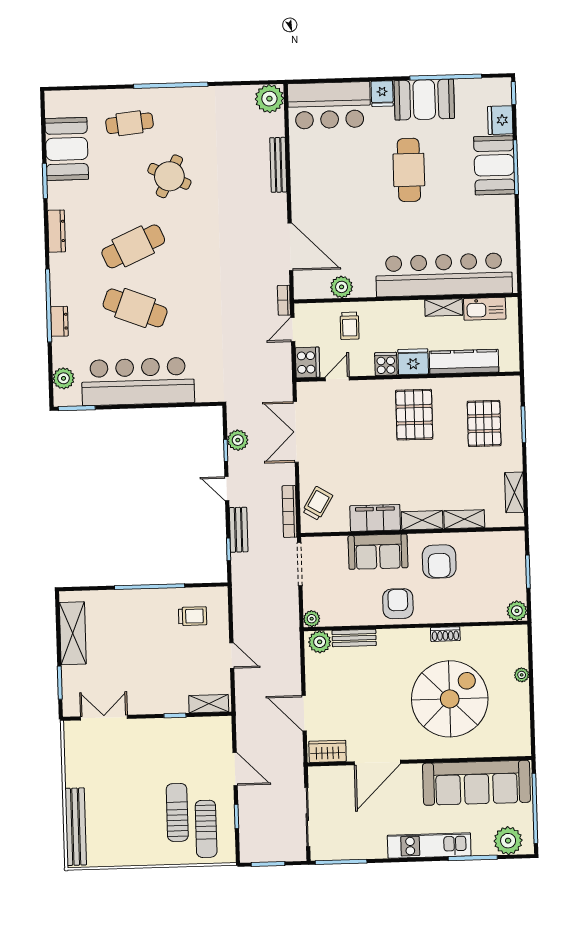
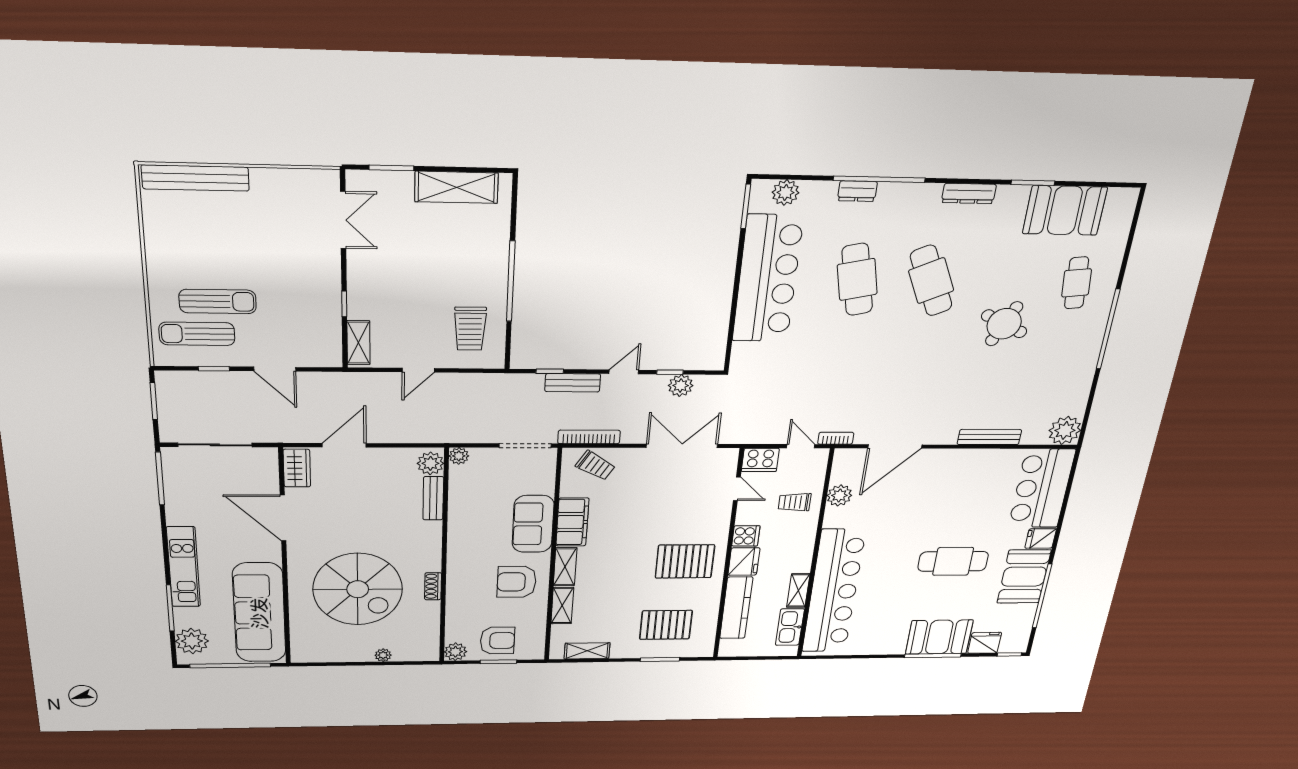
cafe table: (135, 308) -> (857, 279), turned -33
armchair: (398, 604) -> (497, 641), moved
trolley: (193, 616) -> (470, 329), width x1.36, depth x1.39
door: (235, 769) -> (275, 369), hinge flipped

